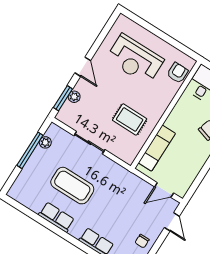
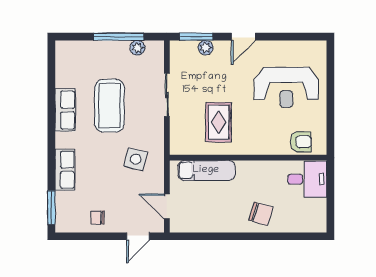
reception desk: (135, 59) -> (286, 87), turned -90
side table: (119, 191) -> (136, 159), added

